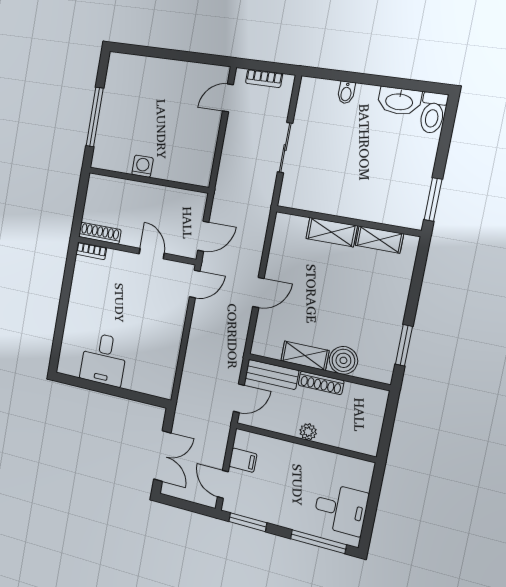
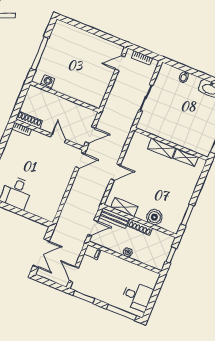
washing machine: (142, 166) -> (48, 82), moved
shelving: (305, 356) -> (124, 207), moved
window: (388, 425) -> (171, 255), added
filing cabinet: (243, 460) -> (92, 252), moved

